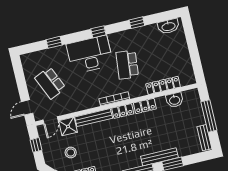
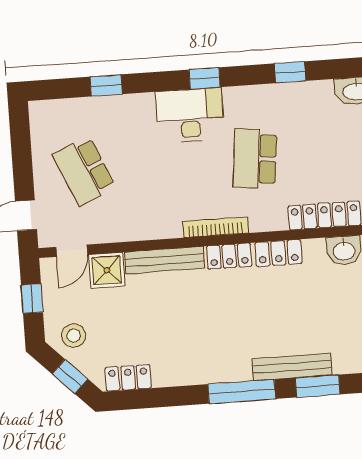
desk: (90, 55) -> (190, 115), width x0.73, depth x0.77
stool: (71, 153) -> (74, 336), moved

